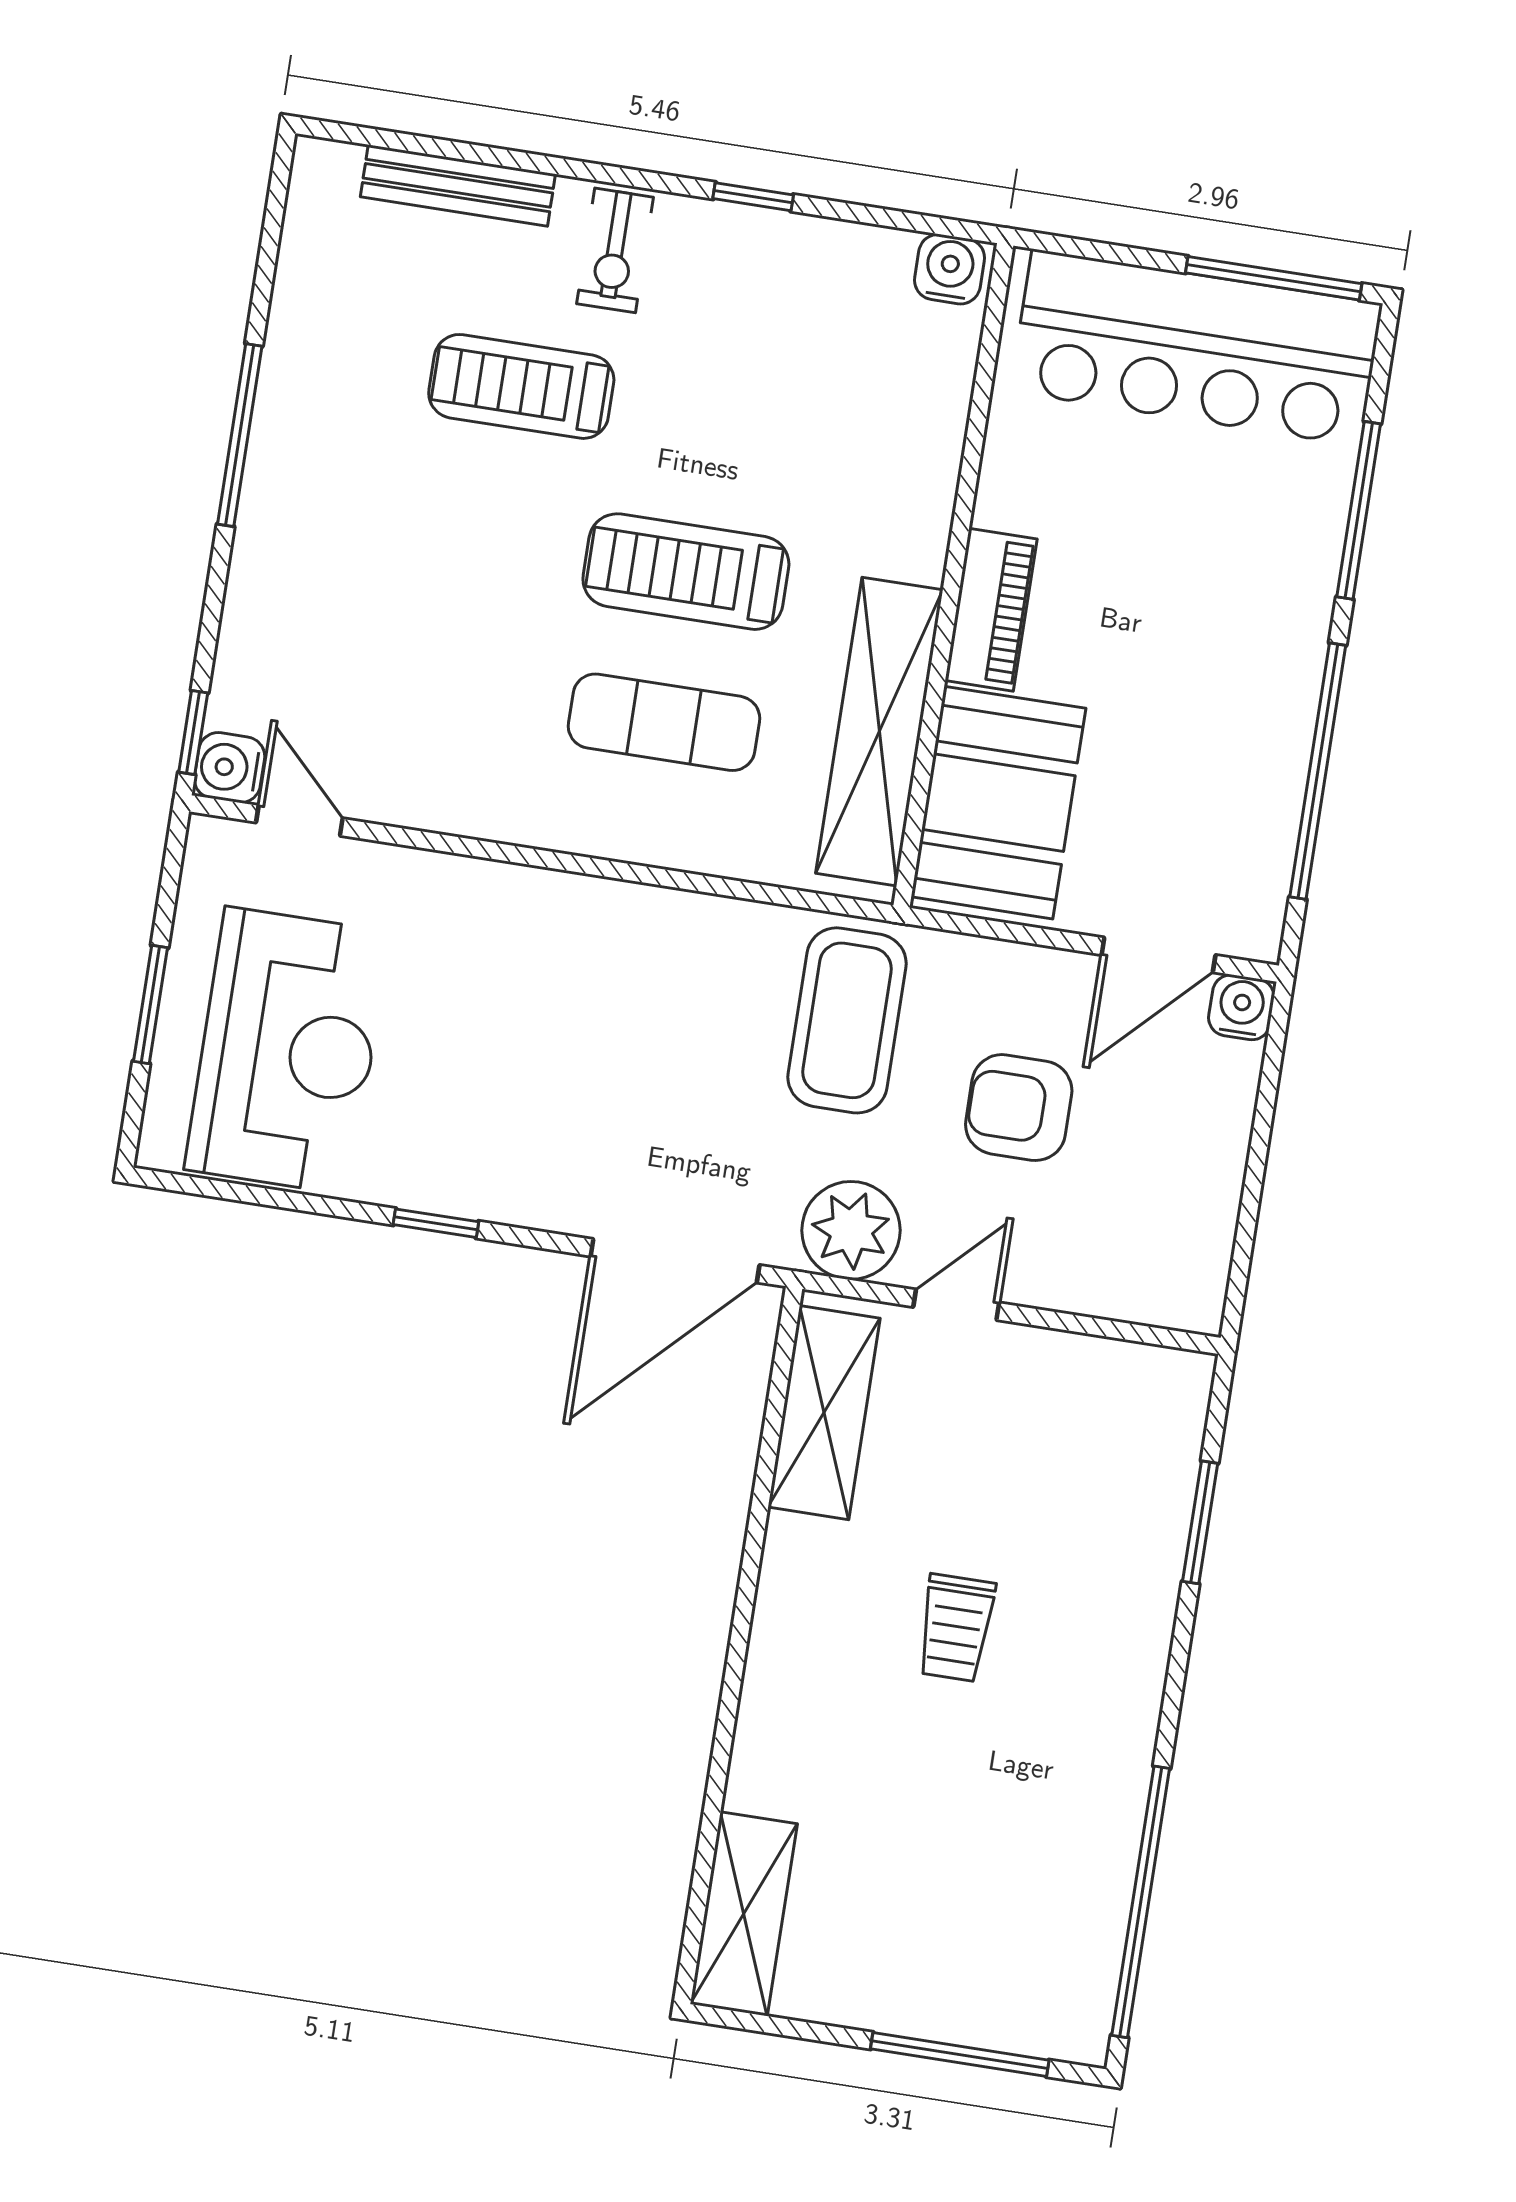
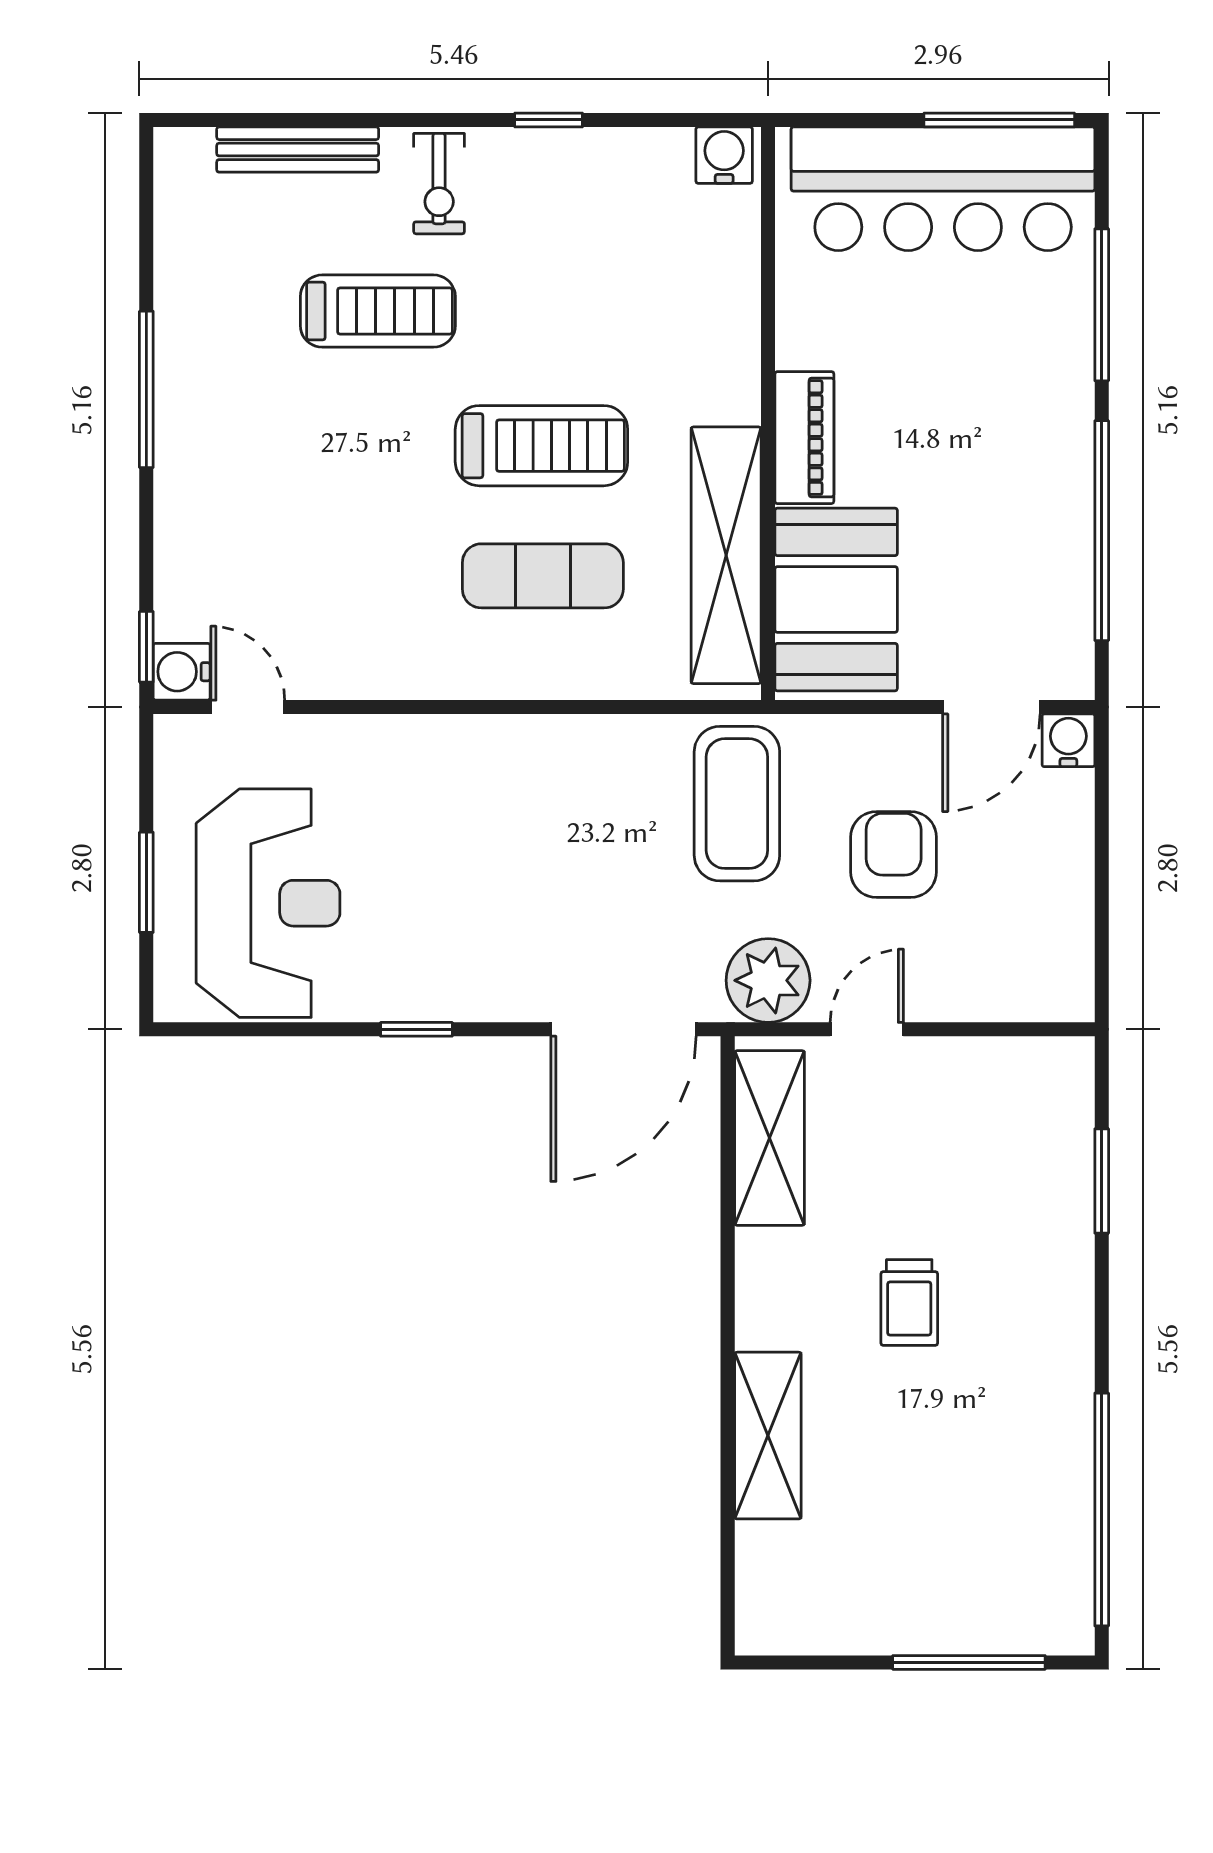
treadmill: (521, 386) -> (378, 311), turned 180
treadmill: (686, 572) -> (541, 446), turned 180
armchair: (1019, 1108) -> (894, 854), turned 90
shelving: (744, 1914) -> (768, 1436), moved

